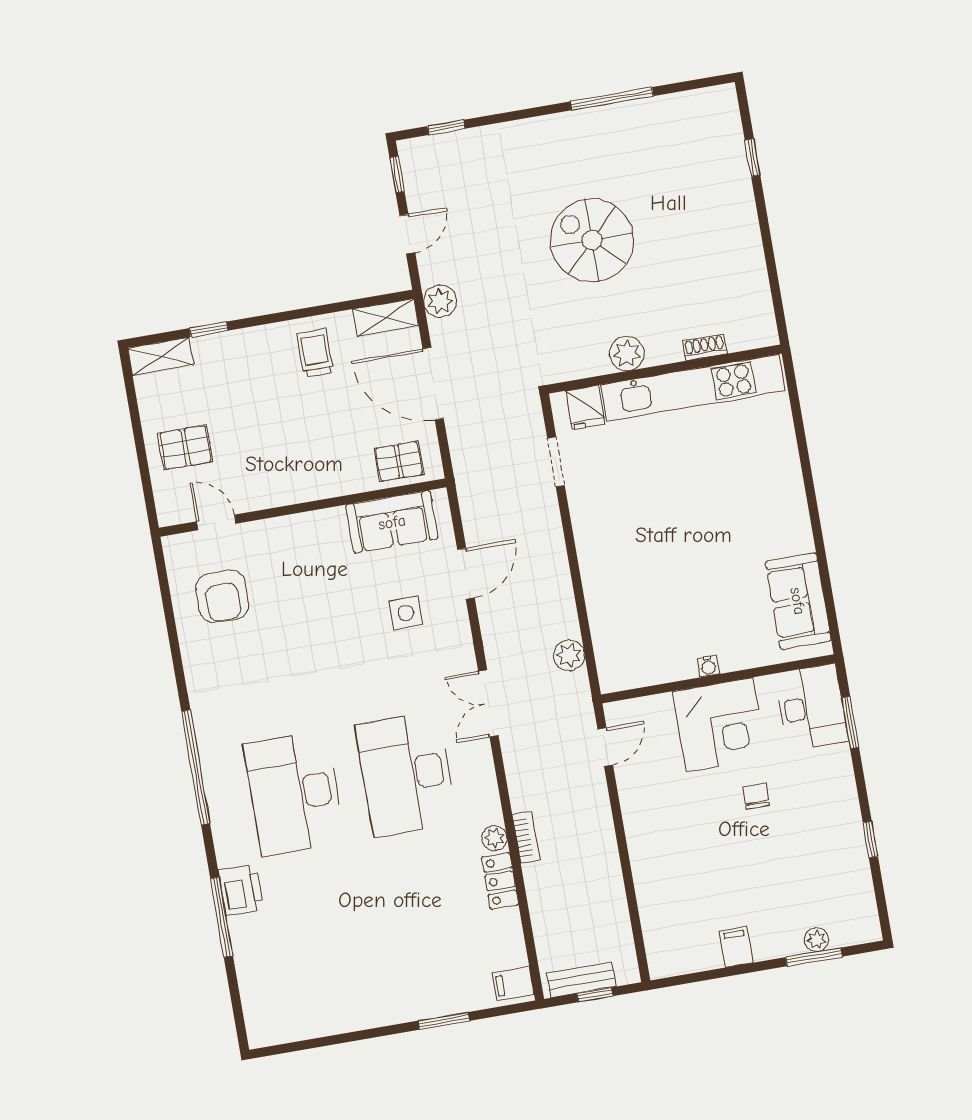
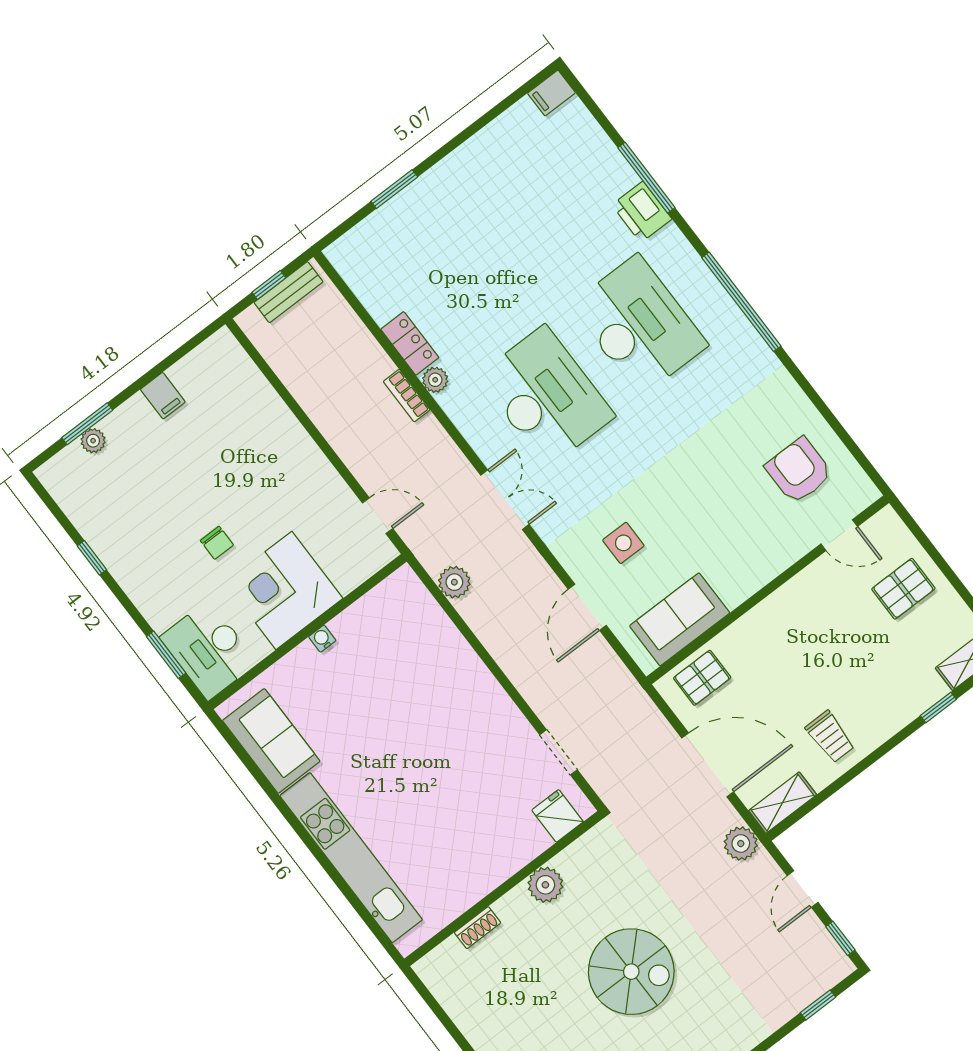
kitchen unit: (693, 388) -> (351, 858), moved, turned 90
door: (605, 747) -> (378, 516), swing flipped
filing cabinet: (513, 984) -> (551, 93), moved, turned 180

